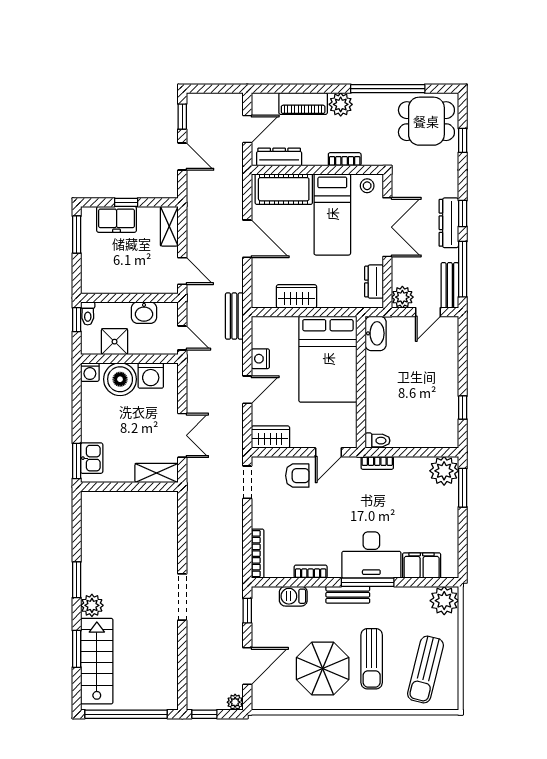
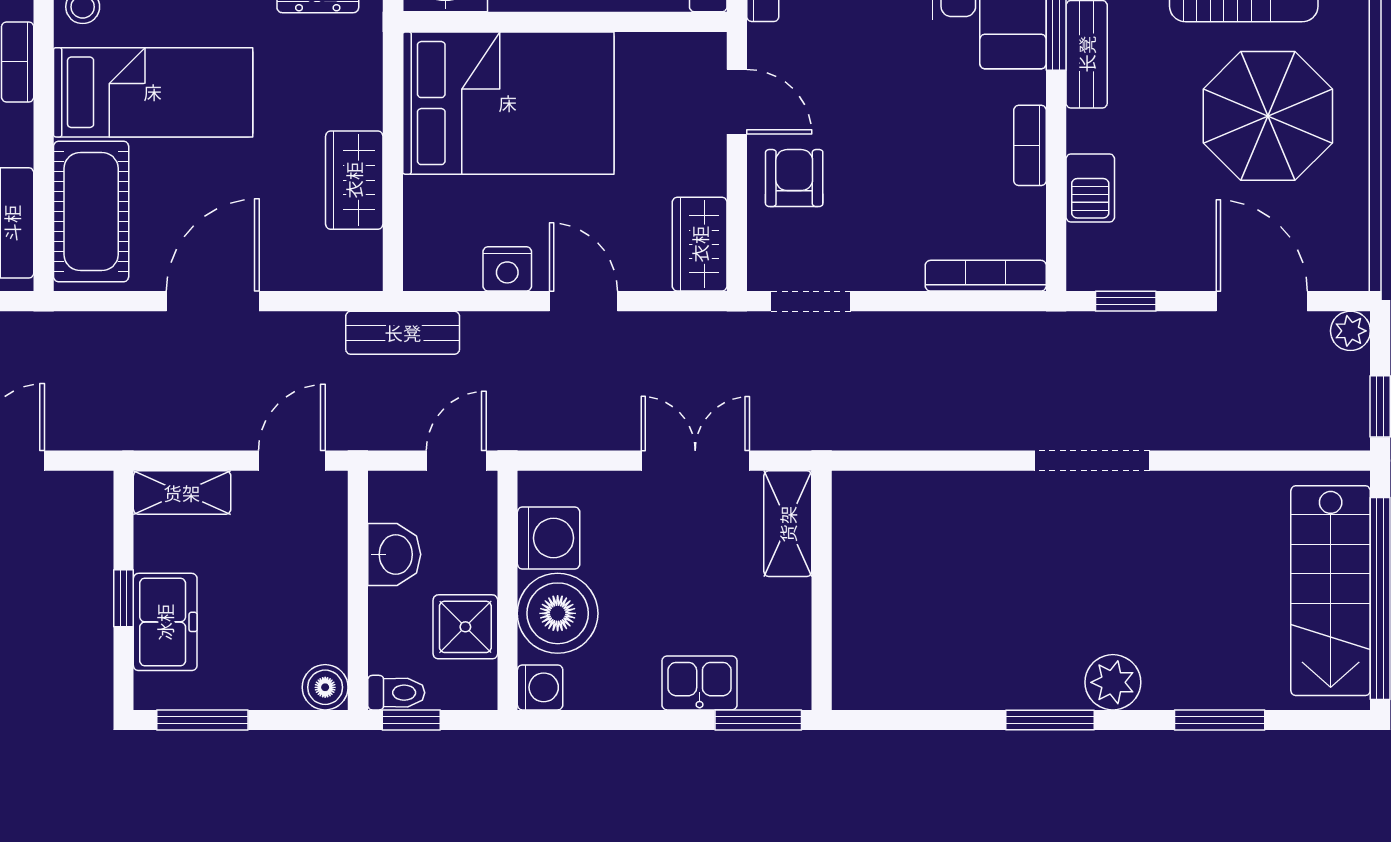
boiler: (90, 285) -> (325, 687), added
kitchen sink: (92, 458) -> (700, 683), moved
stairs: (97, 661) -> (1331, 591), moved, turned -90

